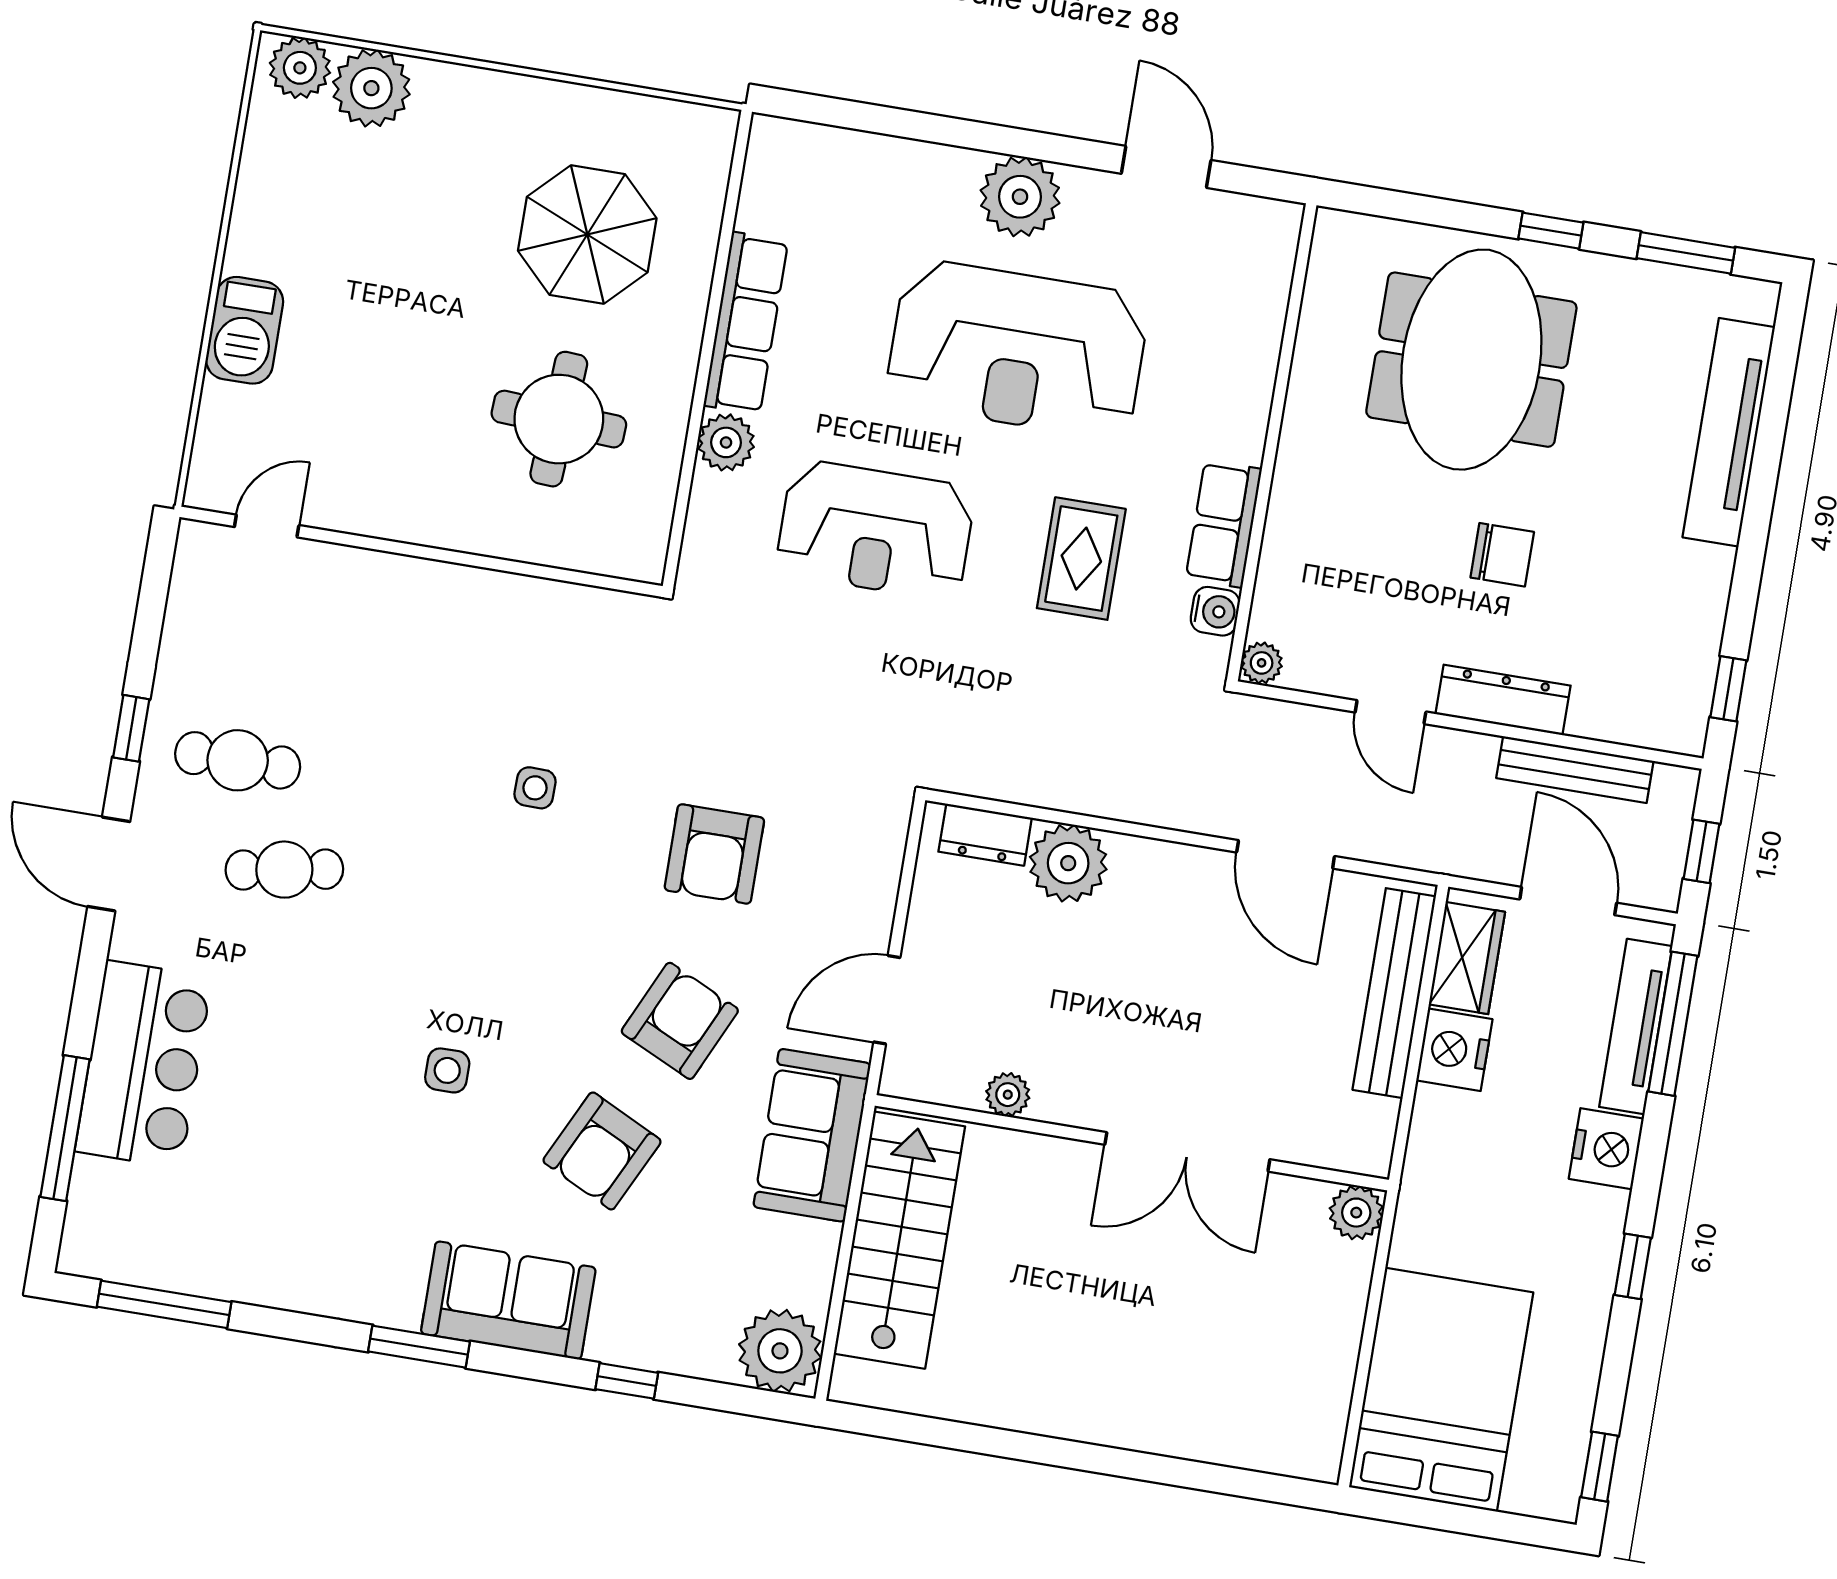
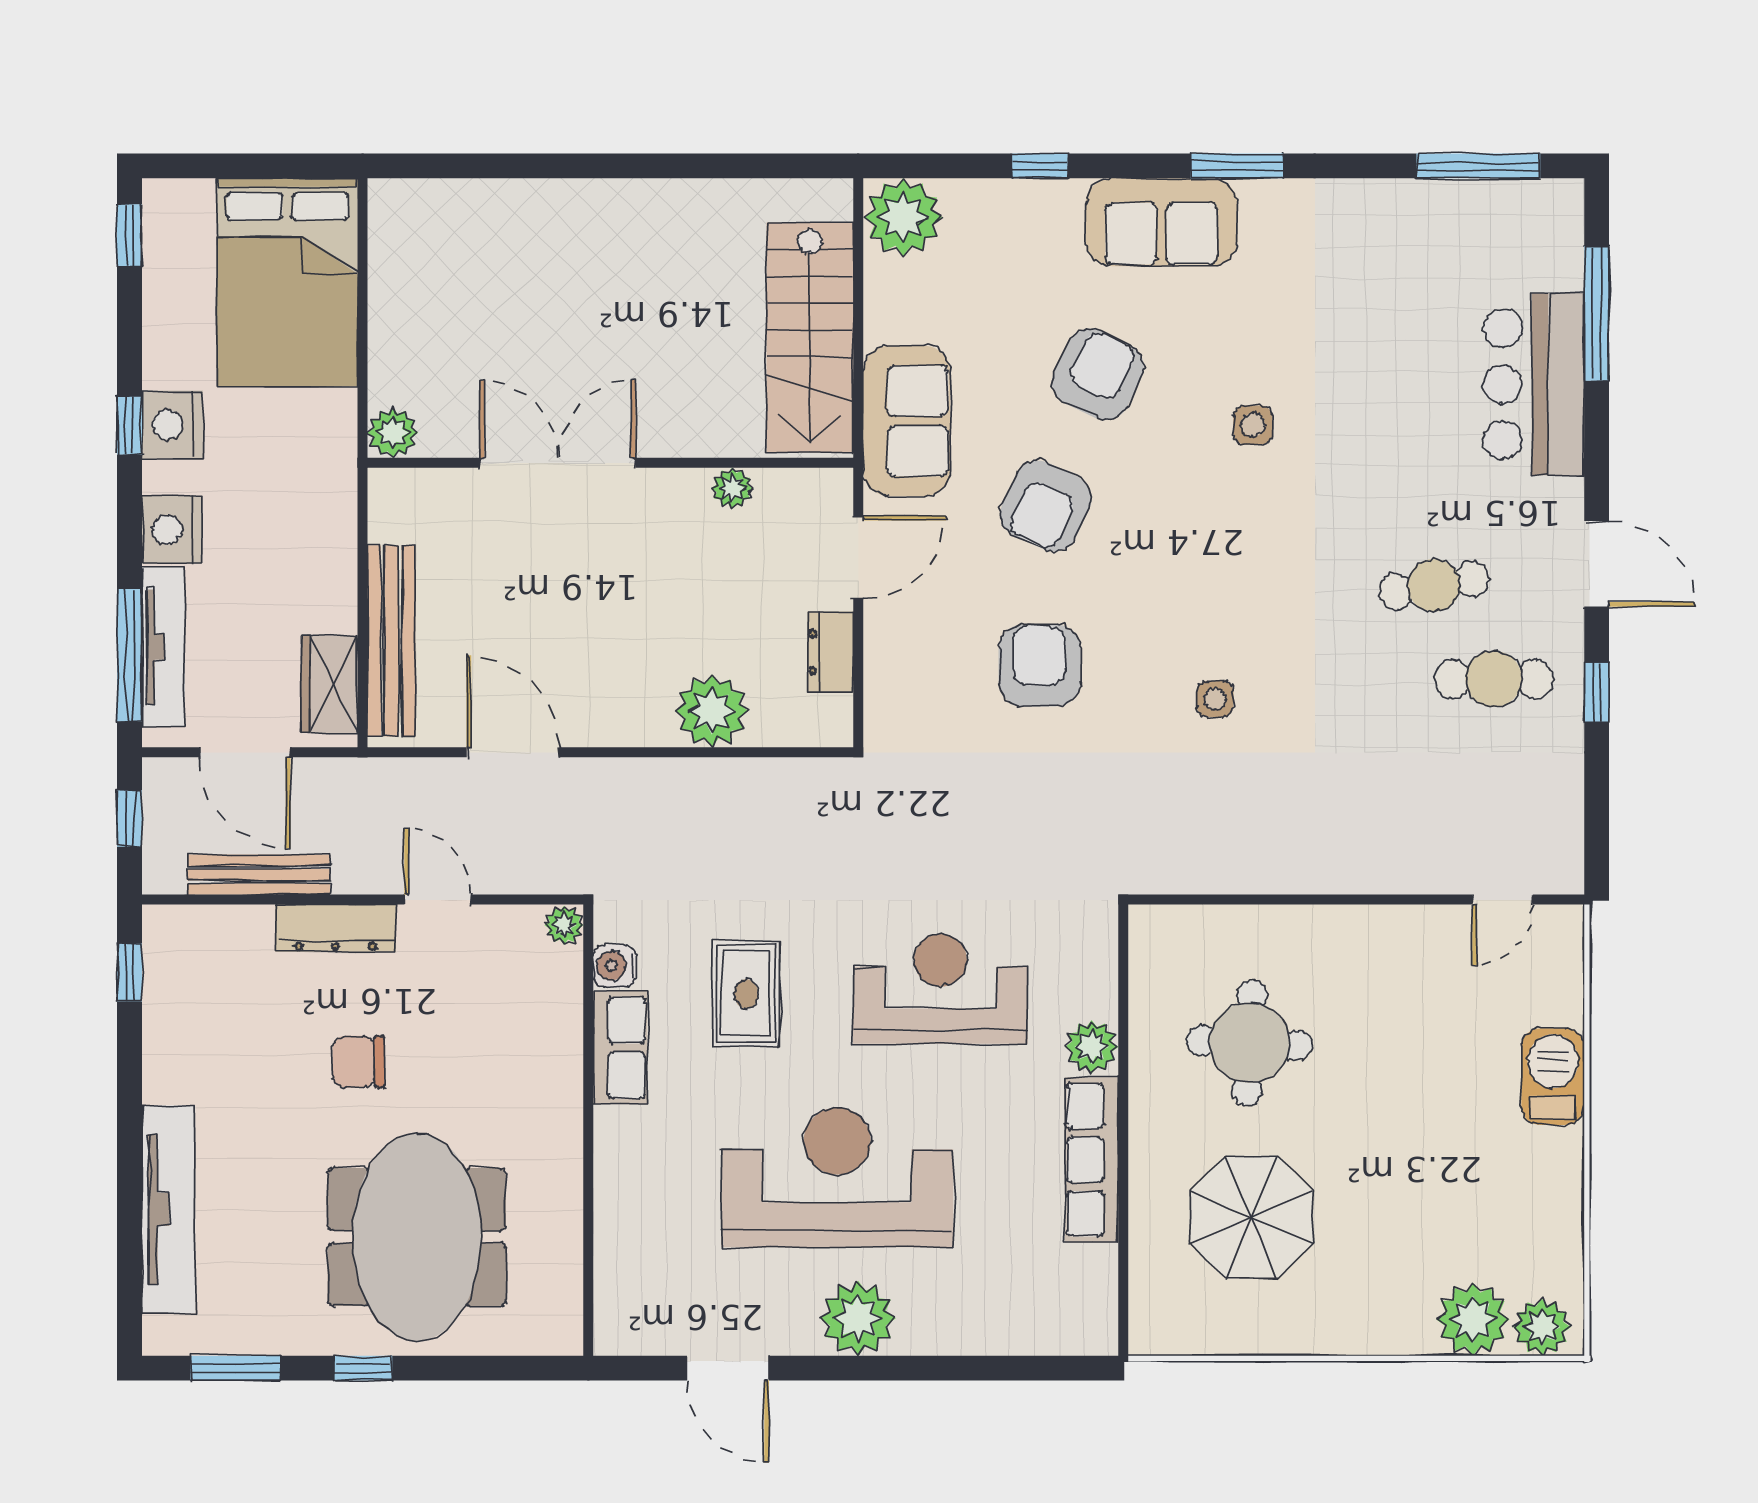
dresser: (985, 835) -> (830, 652), moved, turned -90
nightstand: (1454, 1050) -> (172, 425), moved, turned 180

